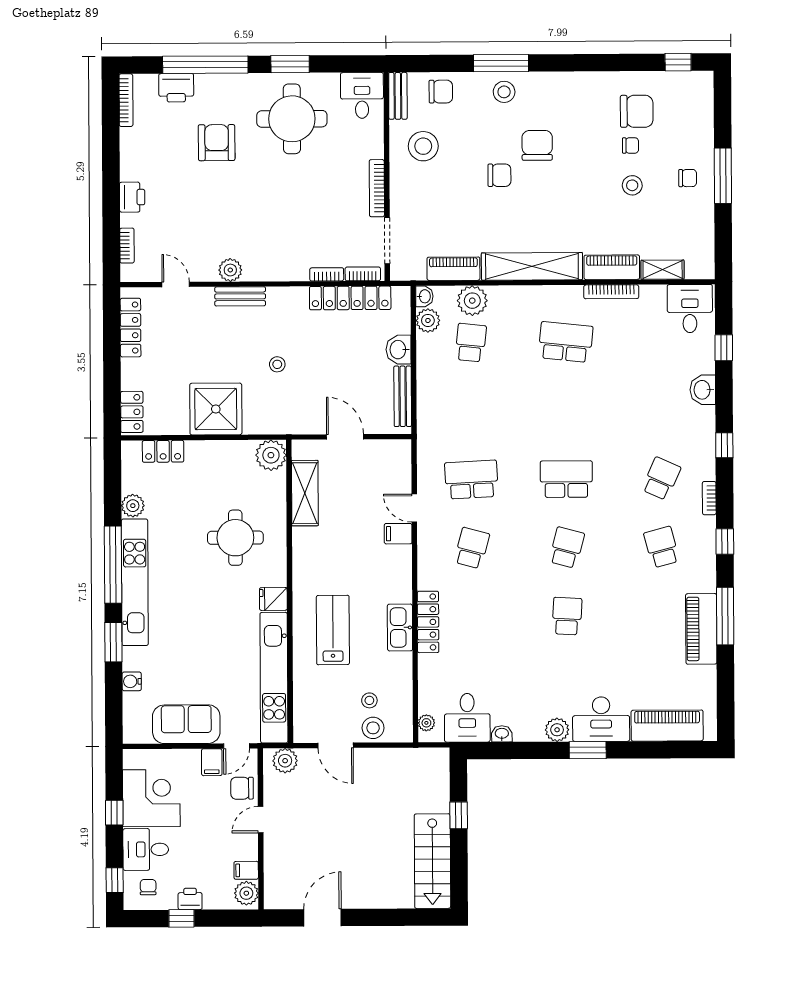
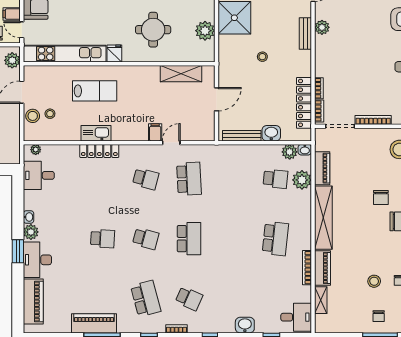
plant: (271, 455) -> (205, 31), moved
school desk: (662, 547) -> (146, 299), width x1.85
washbasin: (502, 734) -> (29, 217), moved

